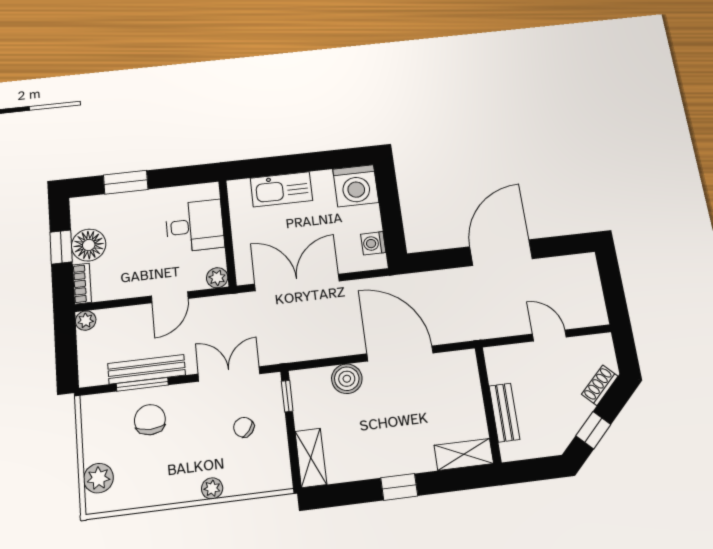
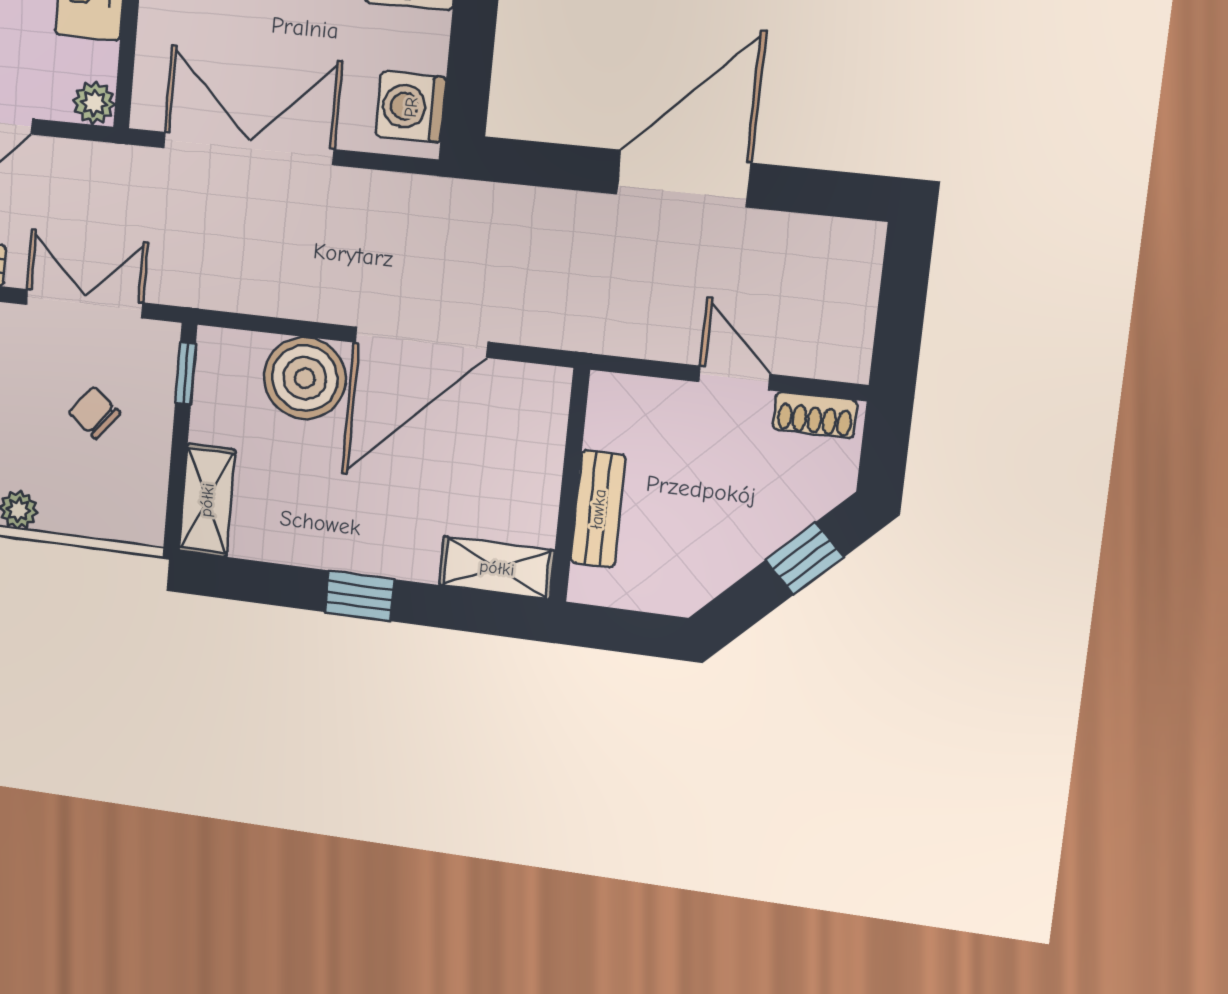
washing machine: (373, 243) -> (411, 107), width x1.38, depth x1.38
door: (400, 353) -> (421, 342), swing flipped
boiler: (347, 379) -> (305, 378), width x1.37, depth x1.37
shoe rack: (600, 385) -> (815, 415), moved, turned -135
window: (593, 430) -> (805, 559), moved

